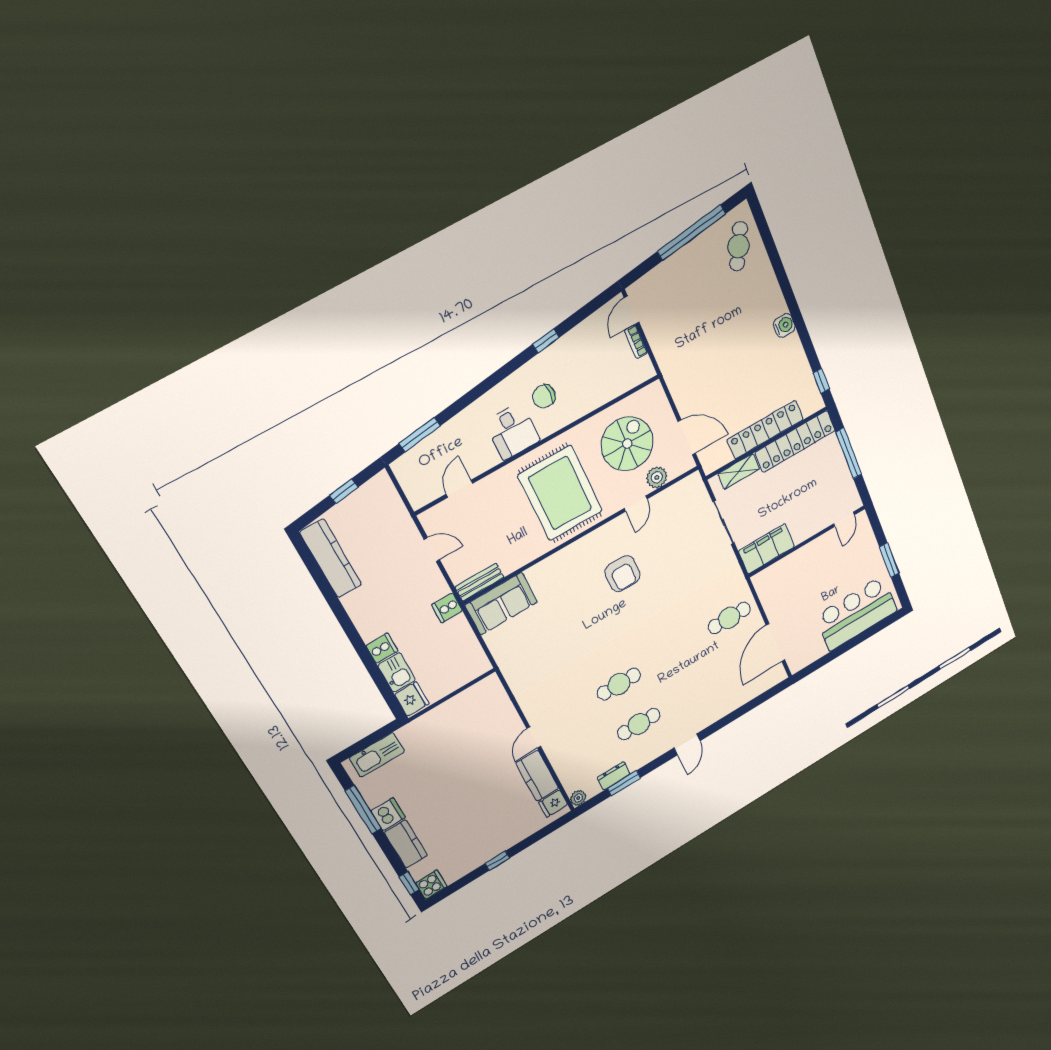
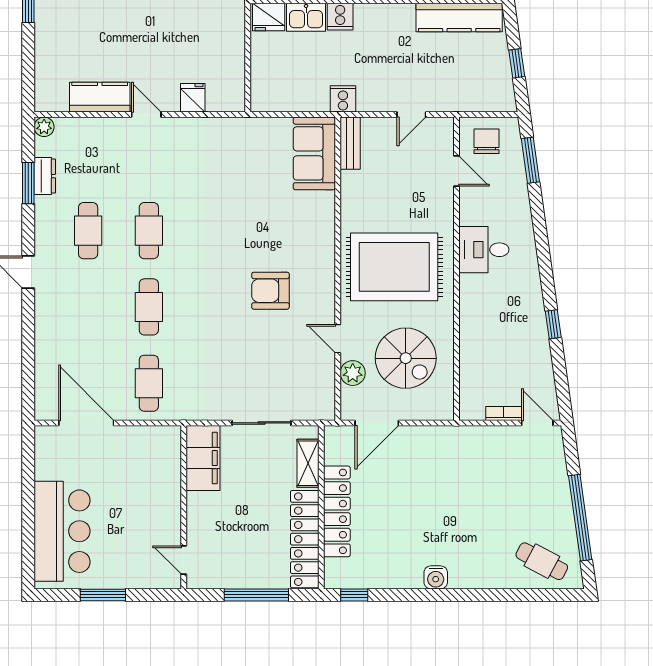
chair: (544, 396) -> (486, 141), moved
cafe table: (674, 651) -> (149, 307), added
fridge: (553, 804) -> (193, 98), moved

